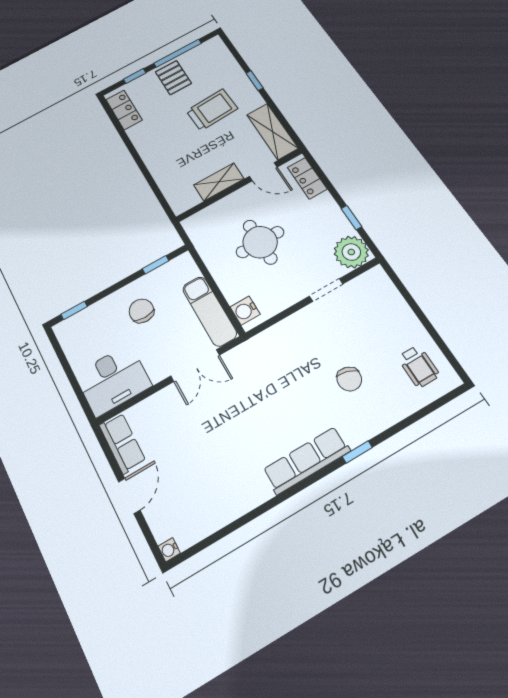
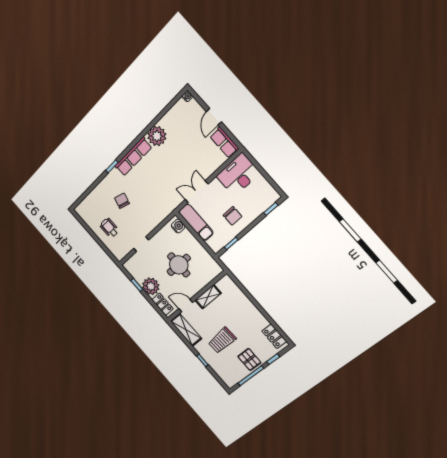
plant: (351, 252) -> (151, 286), moved
wheelchair: (419, 366) -> (109, 228), moved
plant: (248, 489) -> (157, 136), added

